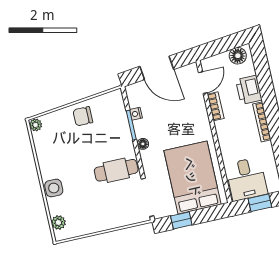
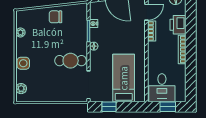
plant: (36, 125) -> (20, 32), moved
bed: (192, 177) -> (124, 78), width x0.67

